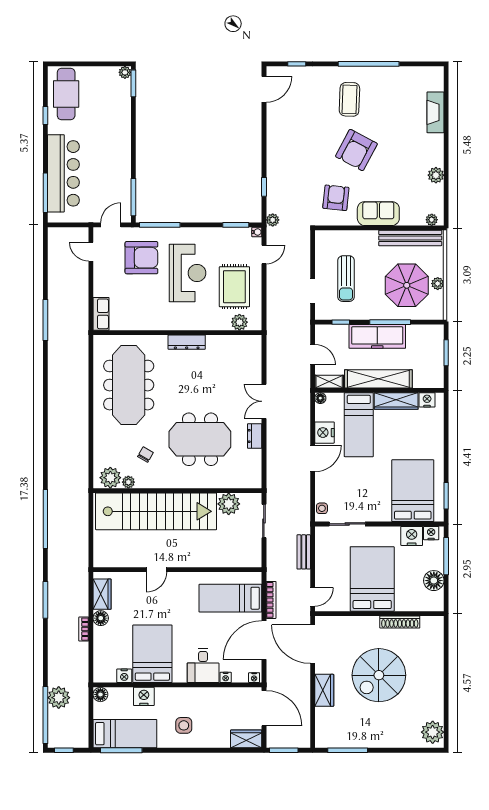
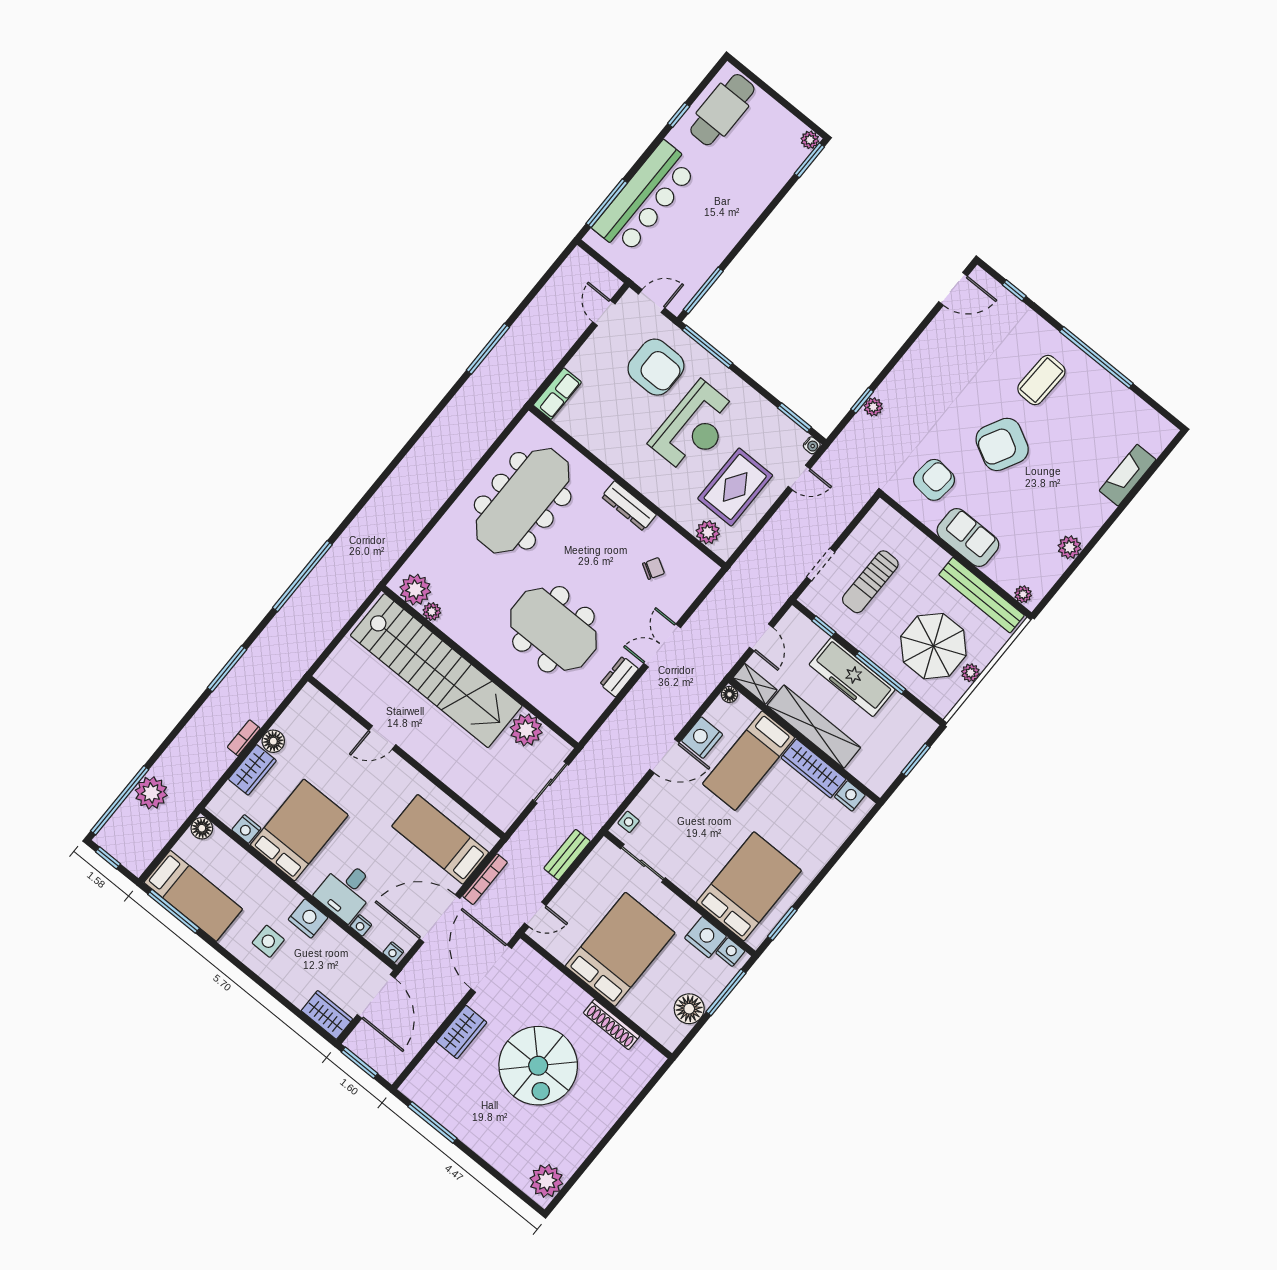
plant: (273, 220) -> (873, 407), moved
chair: (145, 455) -> (653, 568), moved
wardrobe: (102, 594) -> (252, 770), moved
spiral stairs: (379, 675) -> (538, 1066), turned -90
nightstand: (144, 696) -> (308, 918), moved

